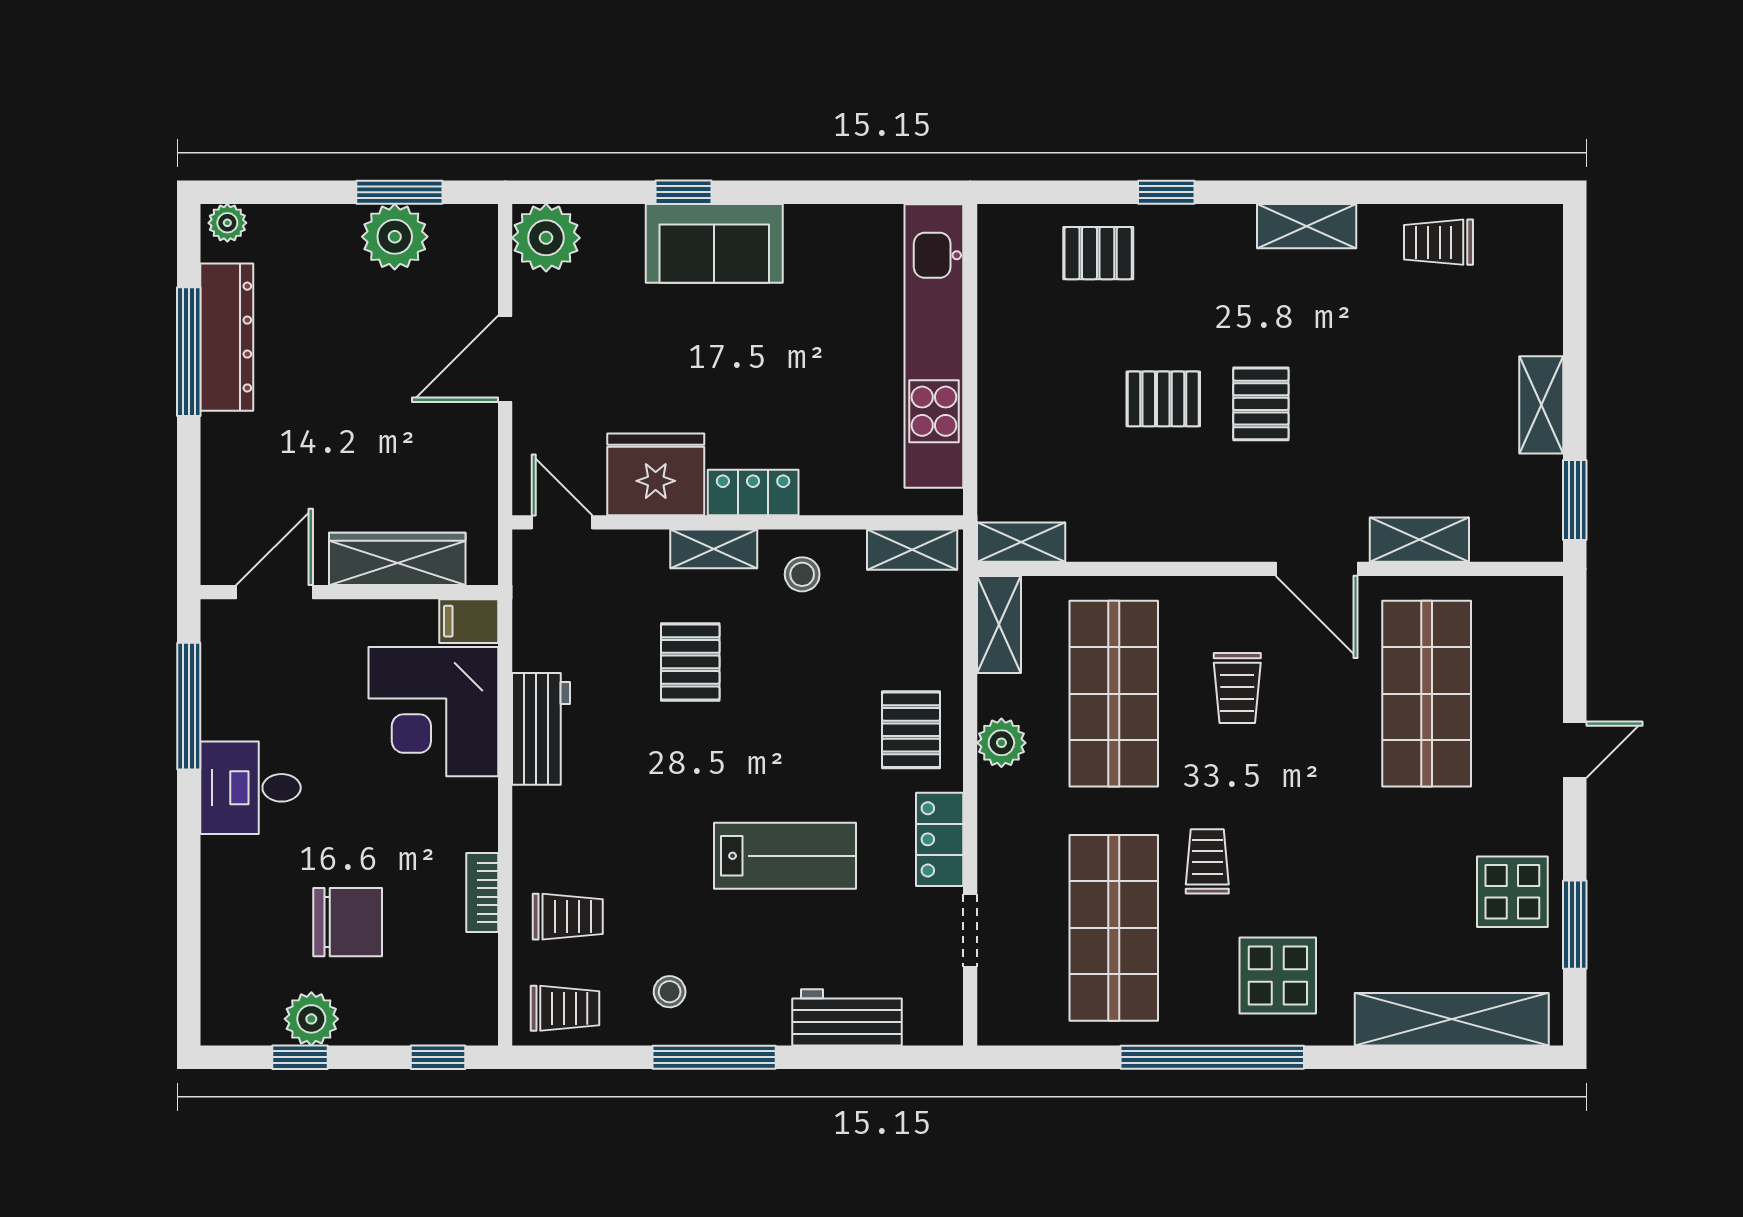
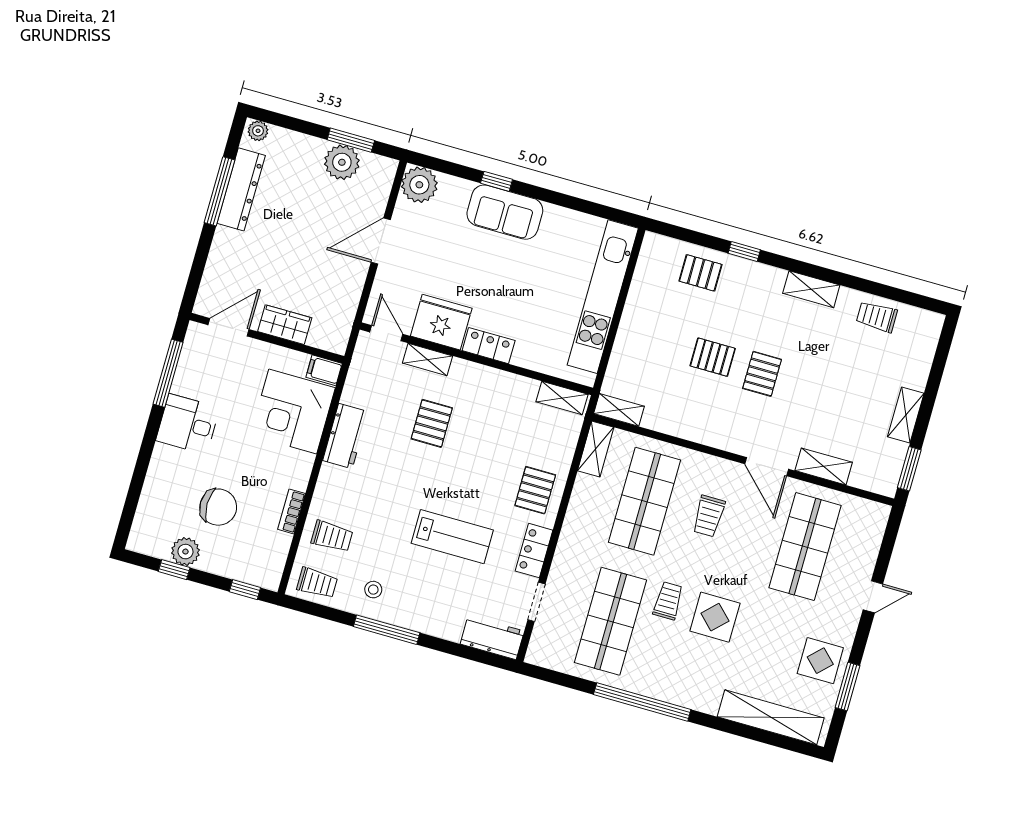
shelving: (714, 549) -> (427, 359), moved
wardrobe: (397, 559) -> (285, 325), width x0.67
stool: (802, 574) -> (502, 395), removed
plant: (1001, 743) -> (580, 510), removed
display table: (1278, 975) -> (715, 617), moved
workbench: (847, 1017) -> (492, 637), moved

